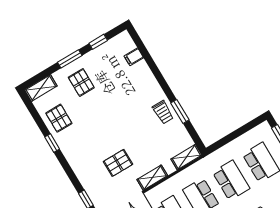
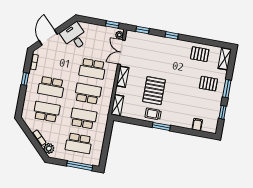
window: (180, 111) -> (161, 126), moved
window: (52, 143) -> (172, 35), moved
pallet: (118, 163) -> (154, 91), moved, width x1.50, depth x1.42
school desk: (231, 180) -> (83, 118), turned 180

